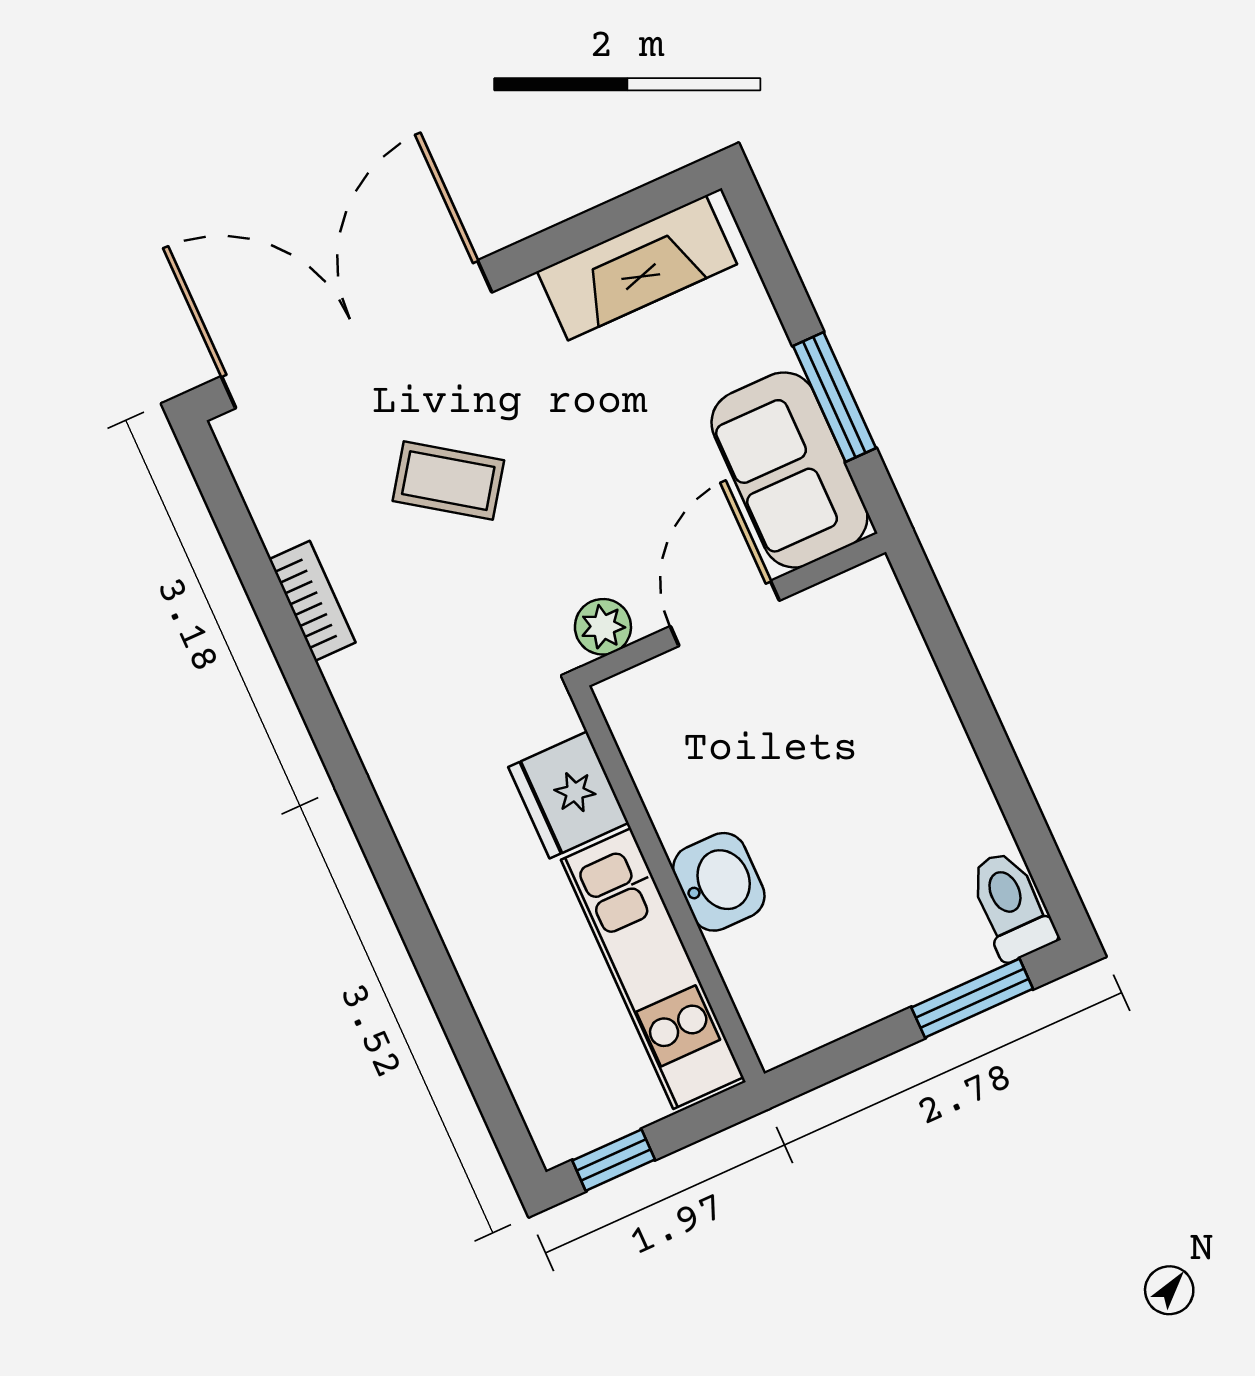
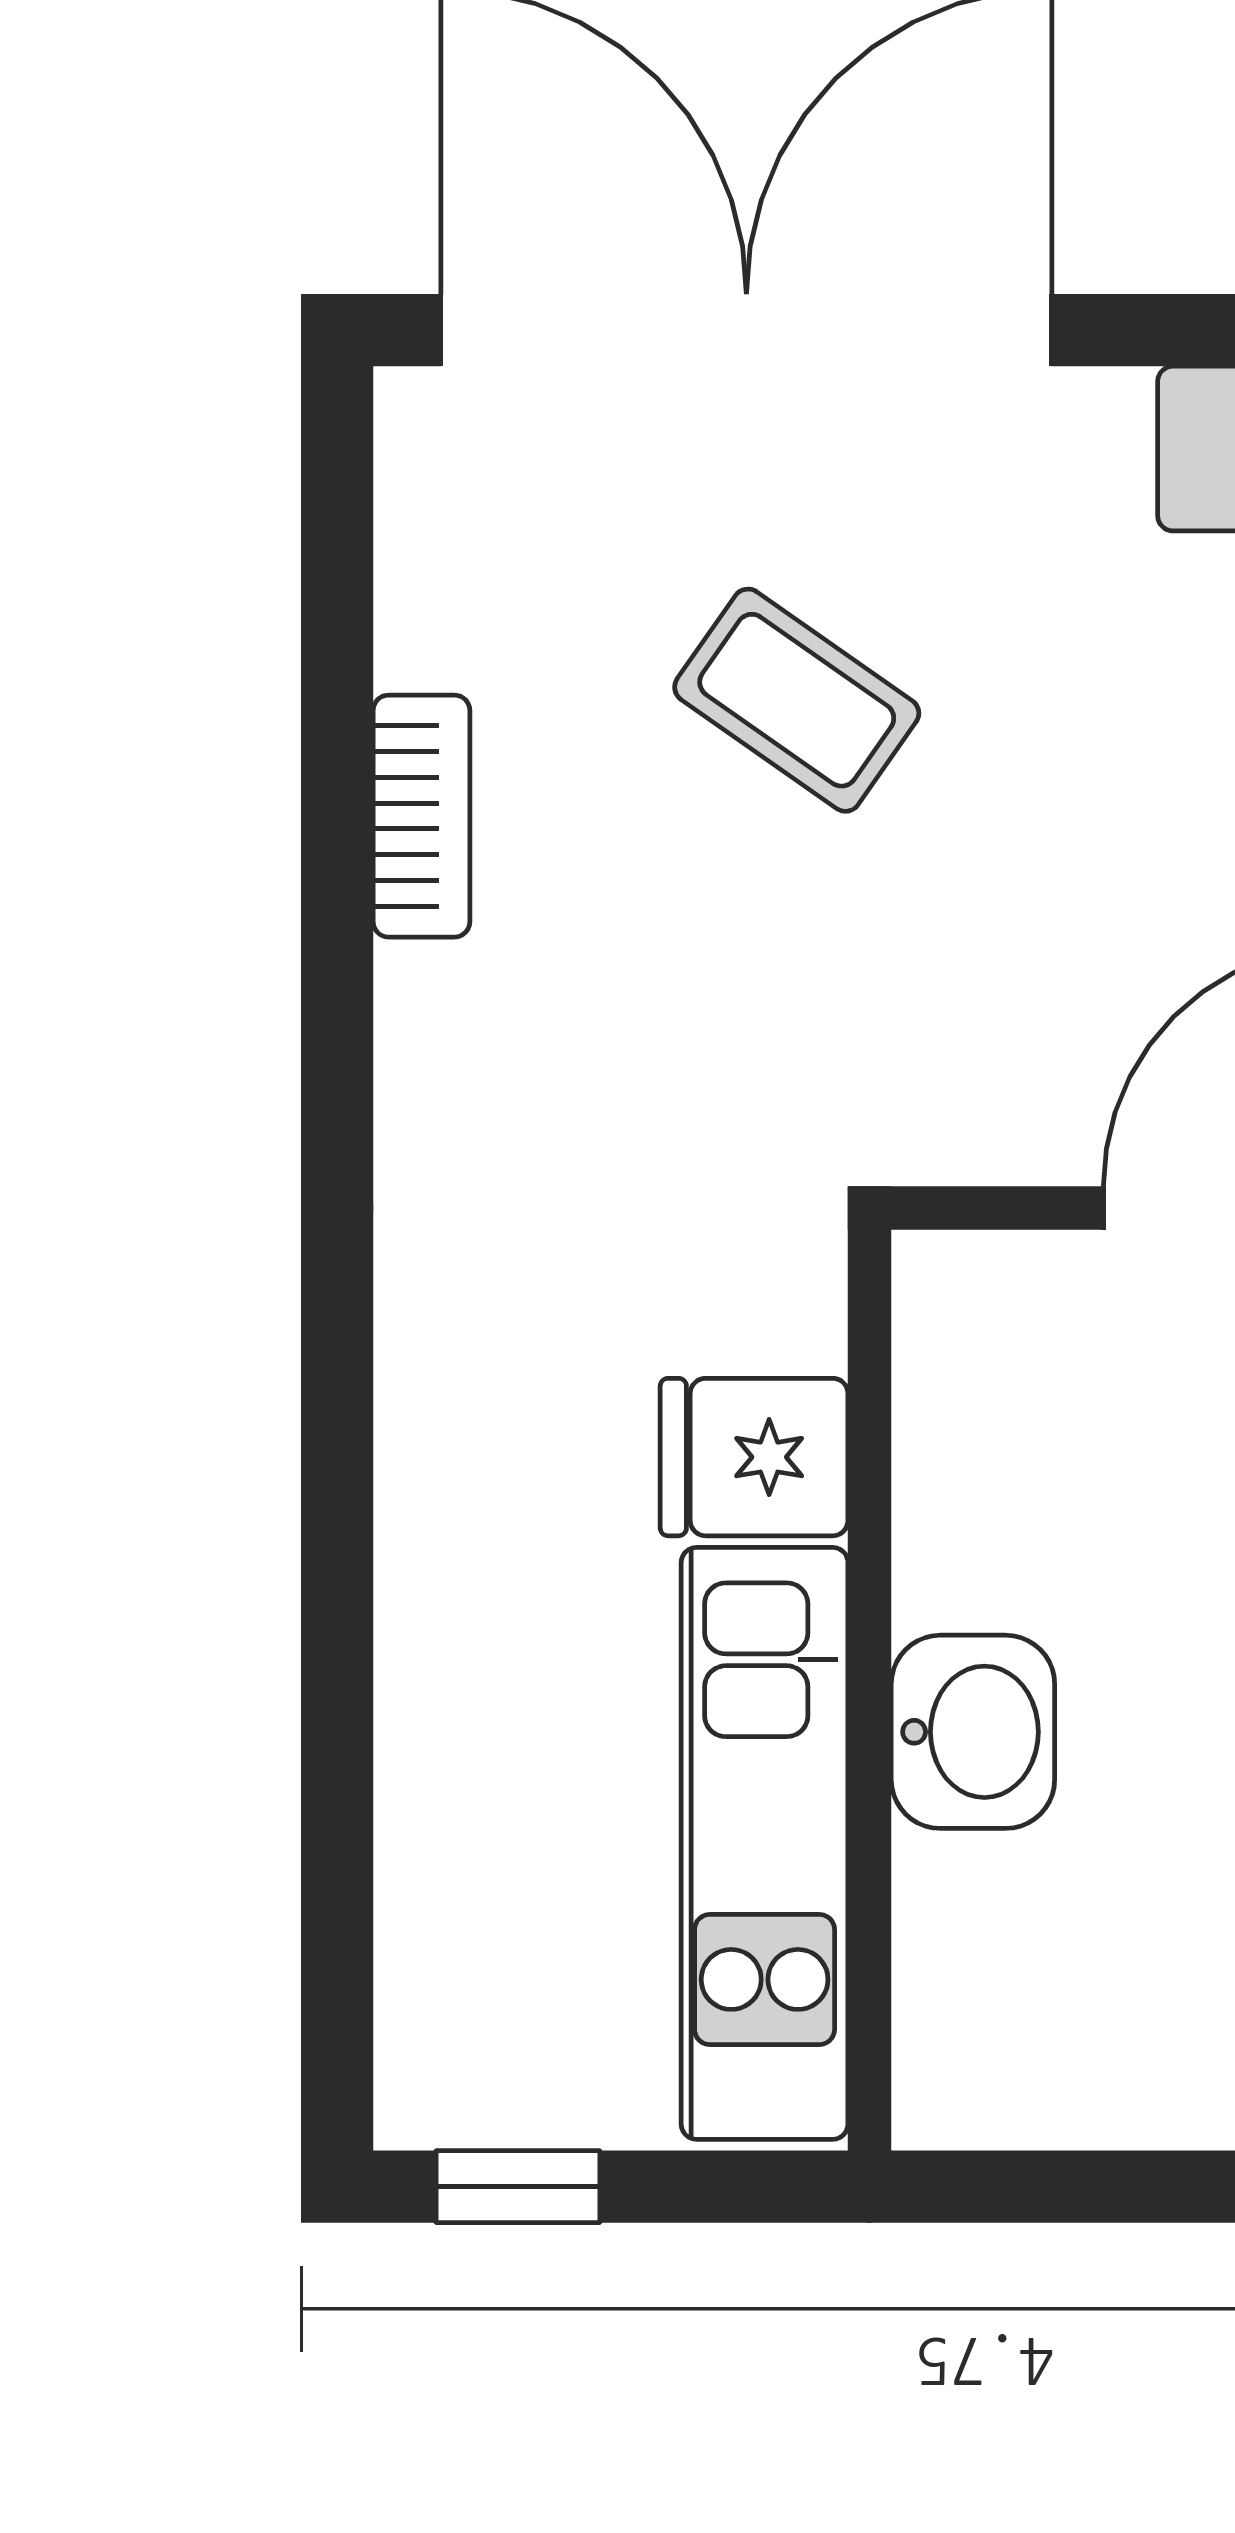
plant: (603, 627) -> (972, 1126), removed
fridge: (569, 795) -> (754, 1457), width x0.72

